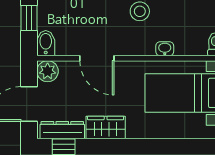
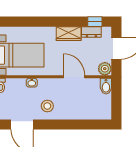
window: (29, 18) -> (116, 102), removed
dresser: (62, 130) -> (91, 32), width x0.70

